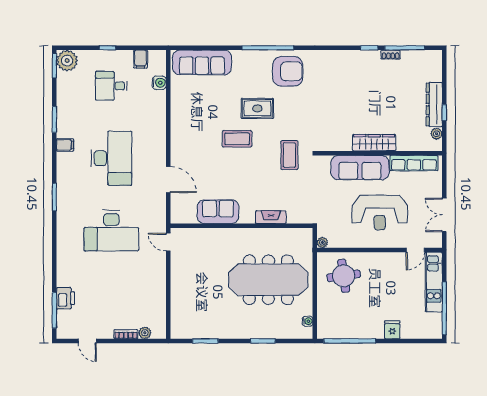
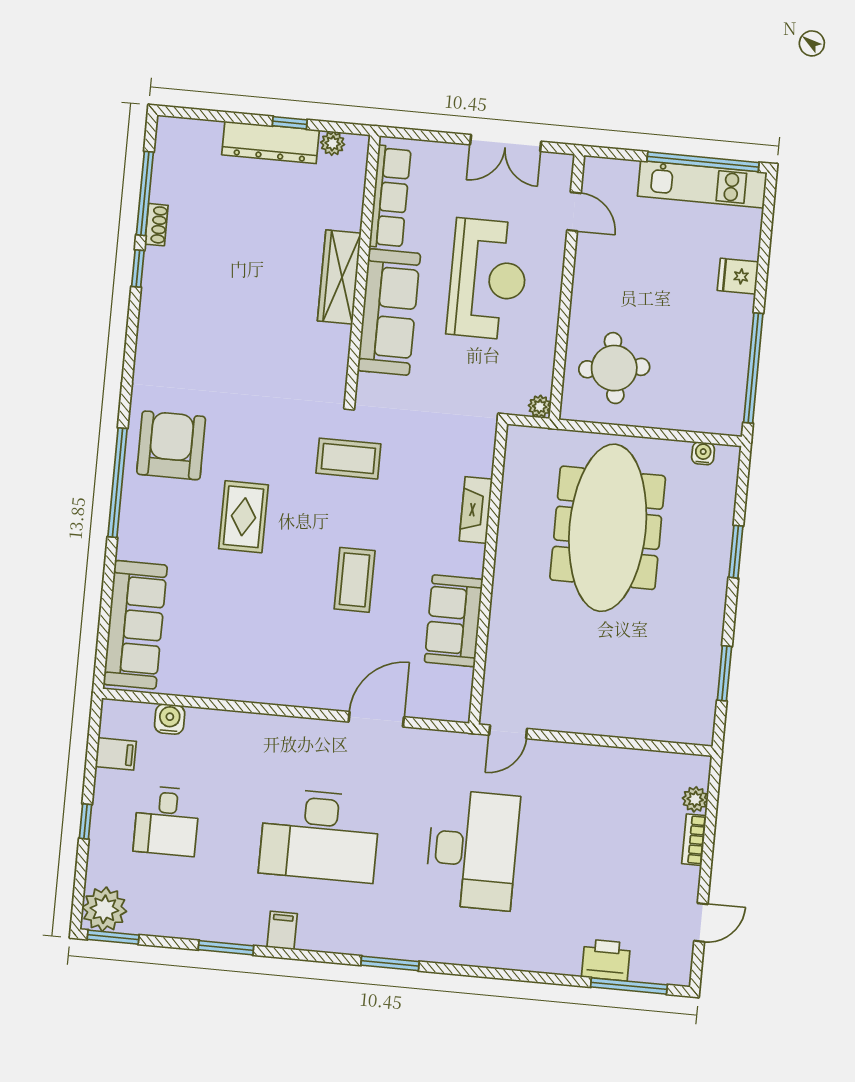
coffee table: (237, 139) -> (355, 580), moved
desk: (111, 158) -> (320, 835), turned 180
kitchen unit: (434, 282) -> (702, 184), moved

